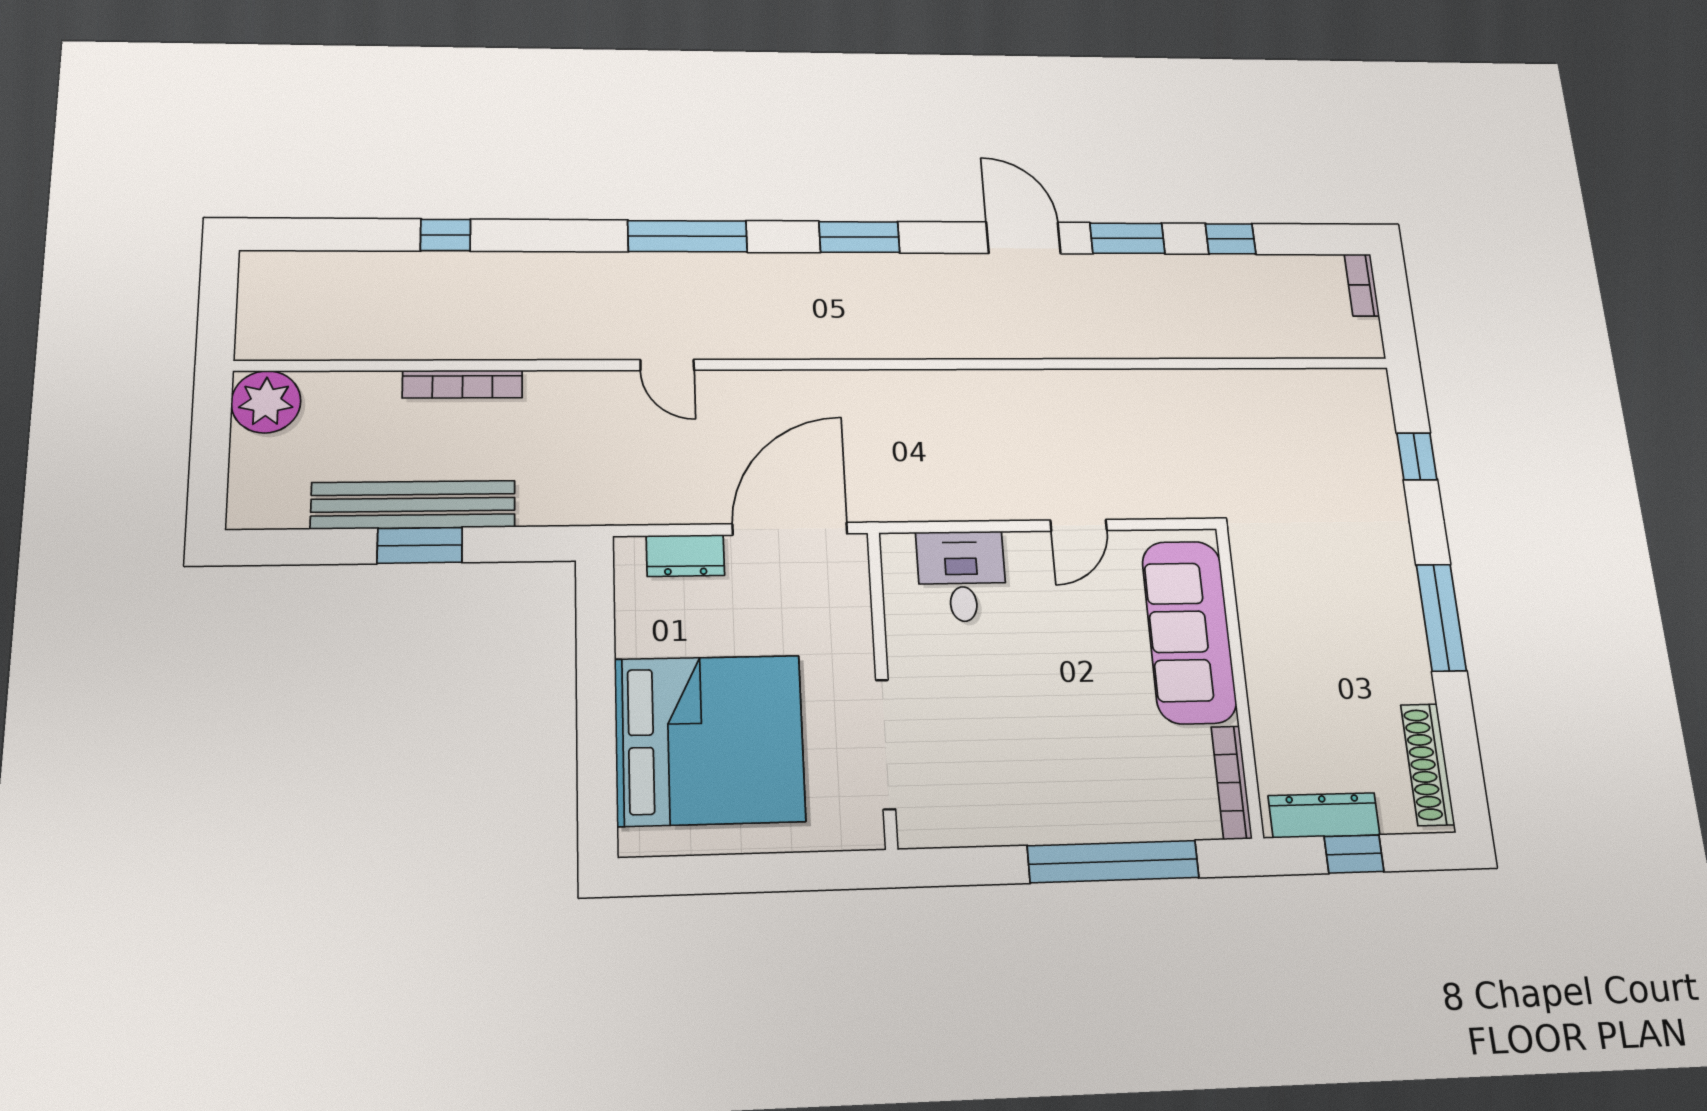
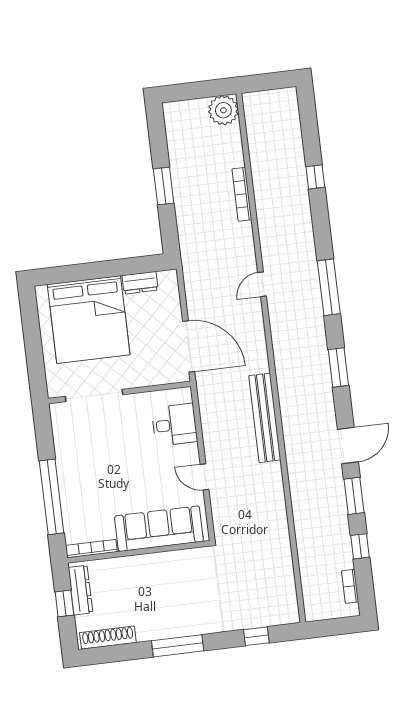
bookcase: (1362, 285) -> (350, 586), moved, turned -90
bench: (413, 505) -> (265, 418), moved
dresser: (685, 556) -> (140, 283), moved, turned -90

